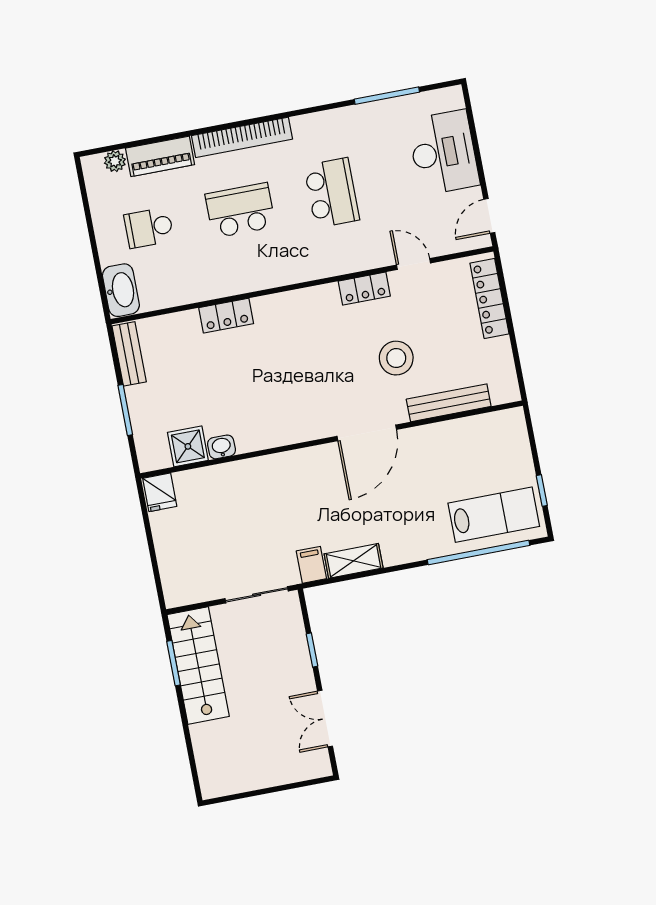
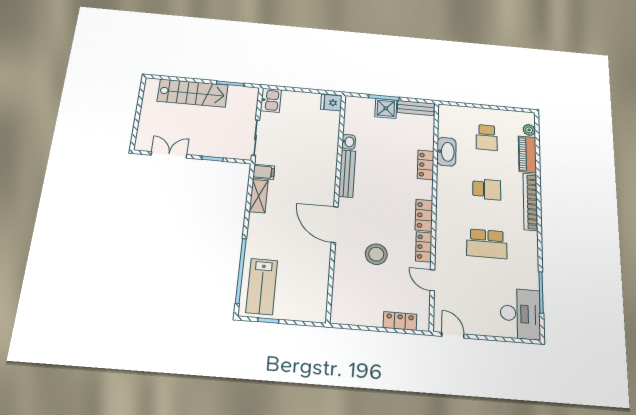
desk: (443, 152) -> (520, 314), moved, turned -90
school desk: (240, 210) -> (487, 189), width x0.54
school desk: (149, 228) -> (487, 137), turned 180
door: (414, 264) -> (432, 280), swing flipped
washbasin: (121, 290) -> (446, 152), moved, turned -90
locker: (489, 298) -> (400, 321), width x0.66
locker: (312, 300) -> (424, 215), added
bench: (449, 403) -> (347, 174), moved
shower: (188, 446) -> (386, 108), moved
kitchen sink: (184, 590) -> (271, 100), added
stairs: (198, 666) -> (193, 93), moved

